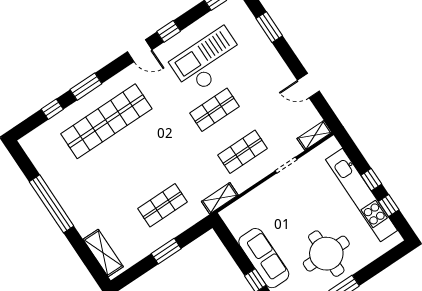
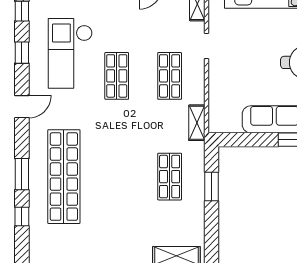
window: (169, 31) -> (22, 53), moved
window: (166, 251) -> (212, 187), moved

